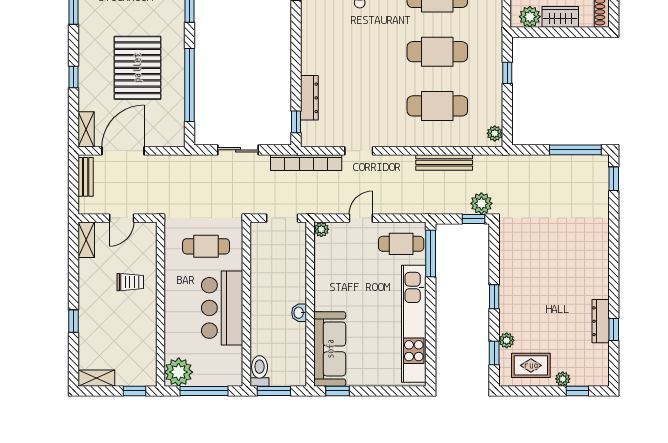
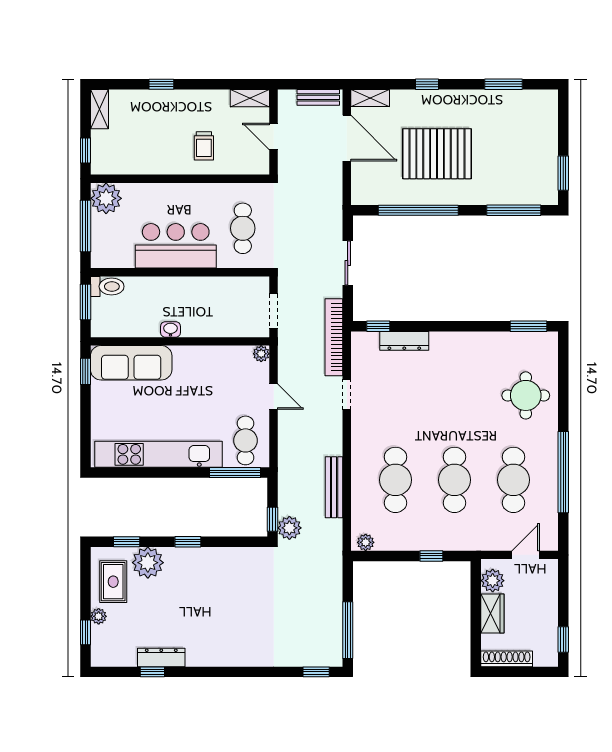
plant: (507, 340) -> (148, 563), width x1.88, depth x1.88

